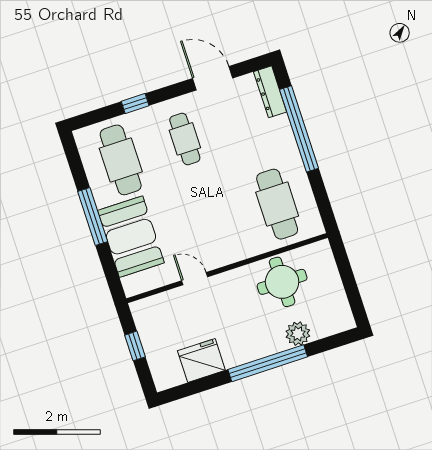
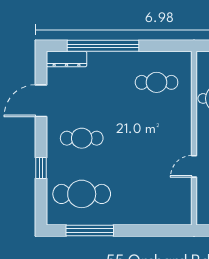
cafe table: (277, 204) -> (157, 82), width x0.73, depth x0.74
window: (93, 216) -> (90, 231), moved
booth: (131, 237) -> (145, 206), removed

